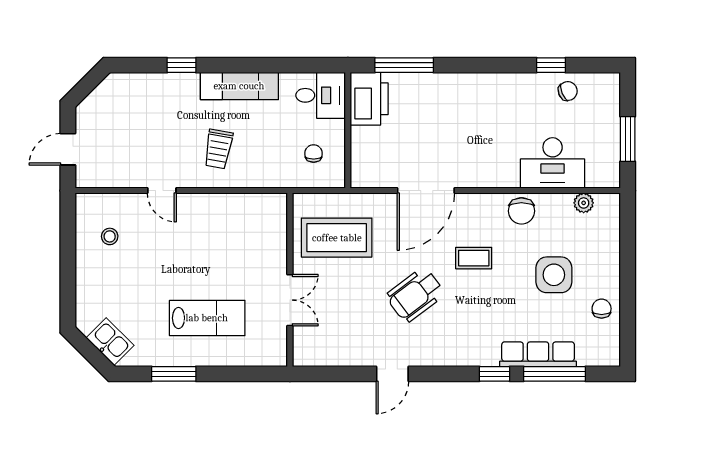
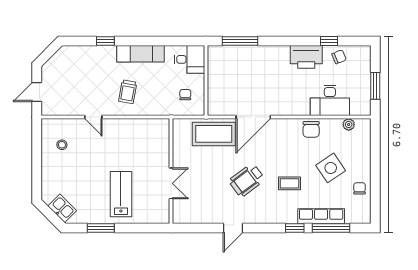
printer: (369, 99) -> (306, 57), moved, turned 90
coffee table: (337, 238) -> (214, 134), moved
coffee table: (474, 258) -> (290, 183), moved
side table: (554, 275) -> (331, 168), turned -34
lab bench: (207, 318) -> (121, 194), turned -90

